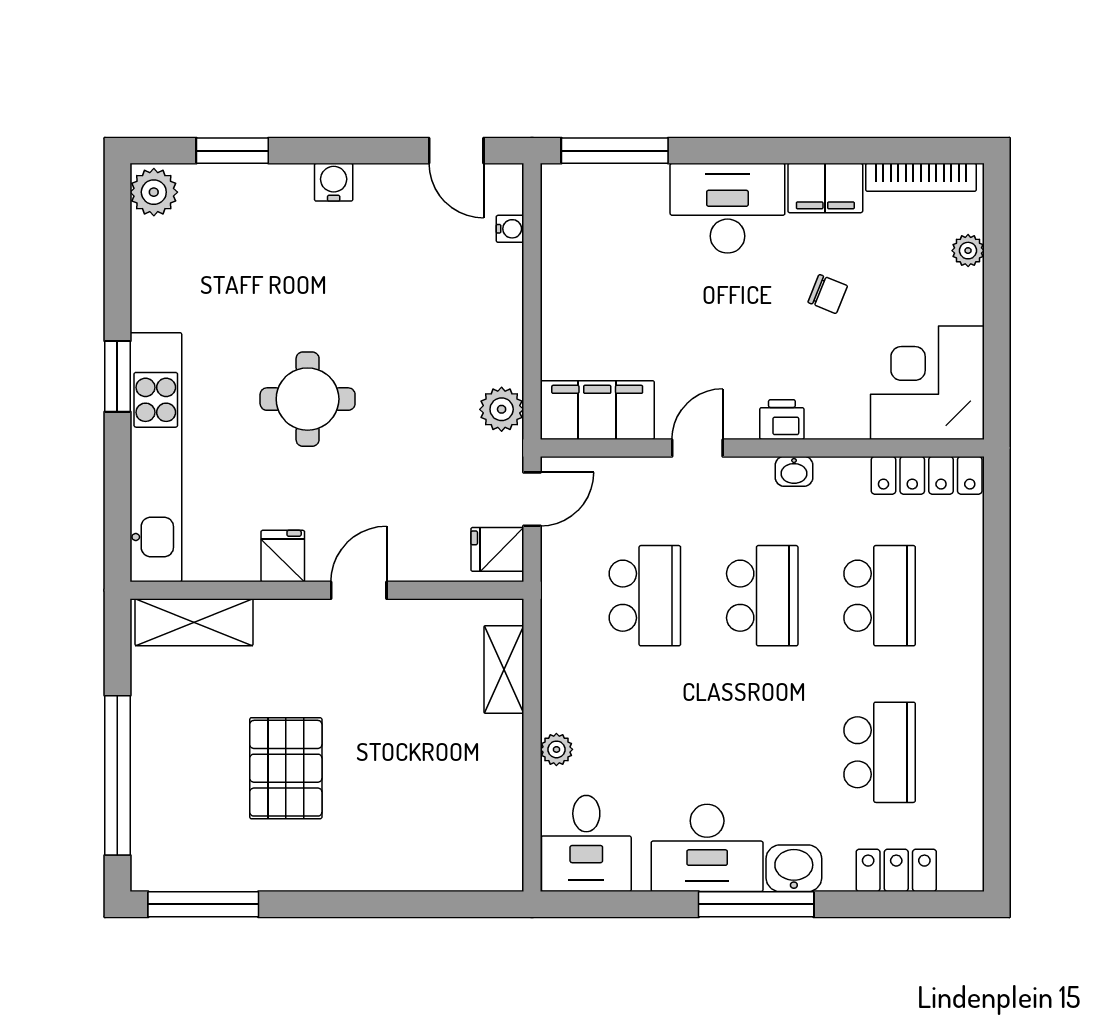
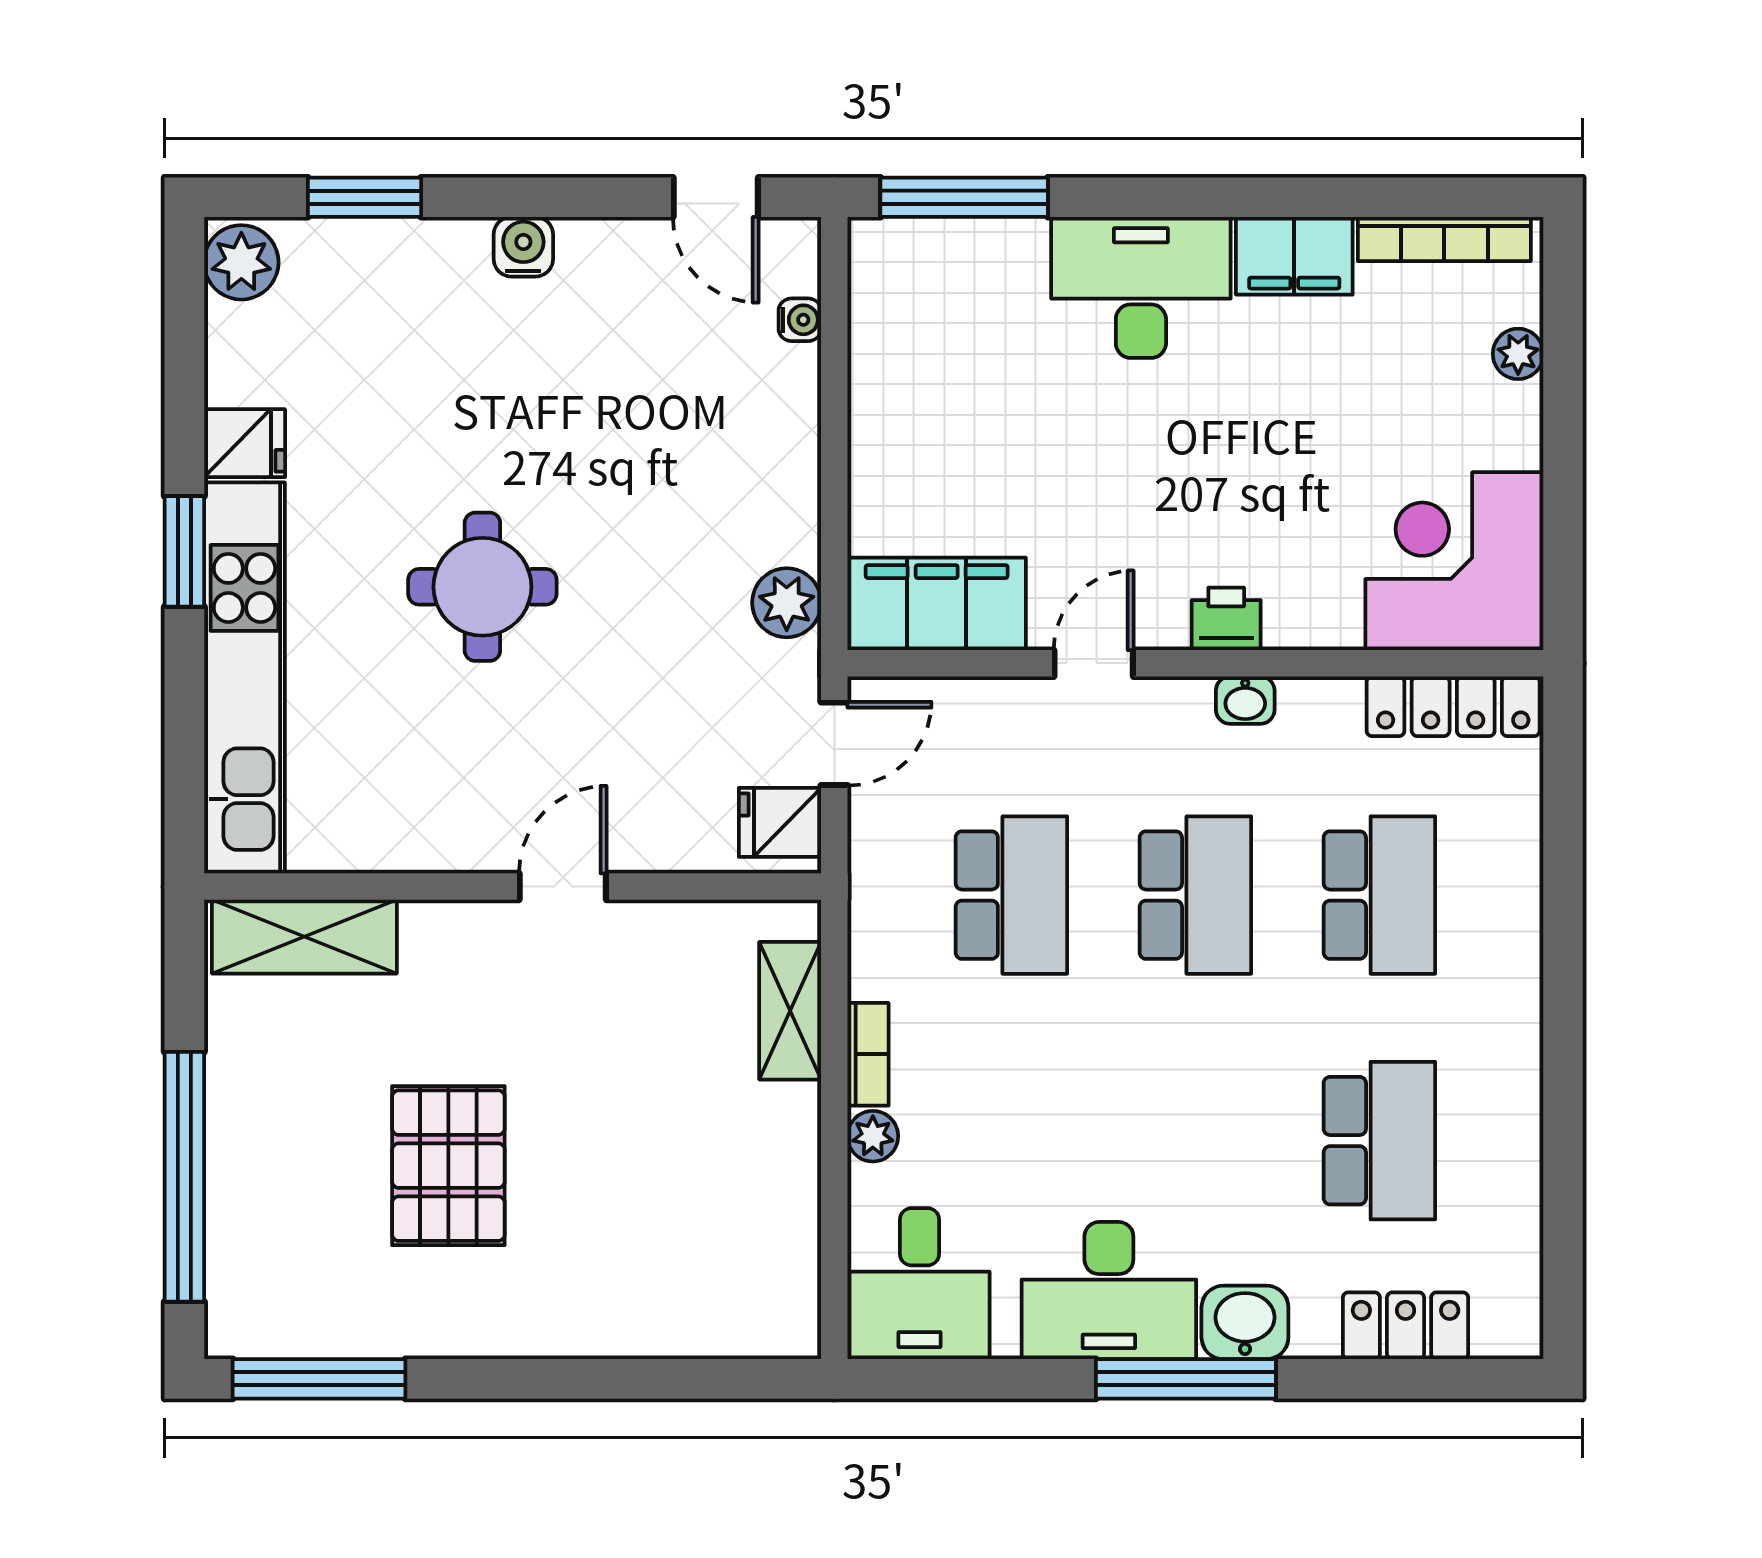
chair: (828, 294) -> (1298, 422), removed
fridge: (283, 556) -> (245, 443), moved, turned 90
bookcase: (553, 697) -> (868, 1054), added

